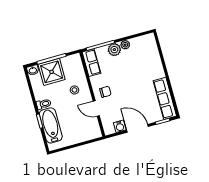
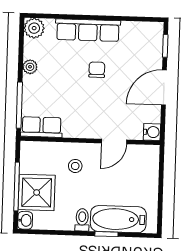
plant: (114, 50) -> (34, 28), moved
chair: (105, 92) -> (97, 70), moved
row of seats: (165, 98) -> (88, 30), moved
water cooler: (120, 126) -> (152, 132), moved

